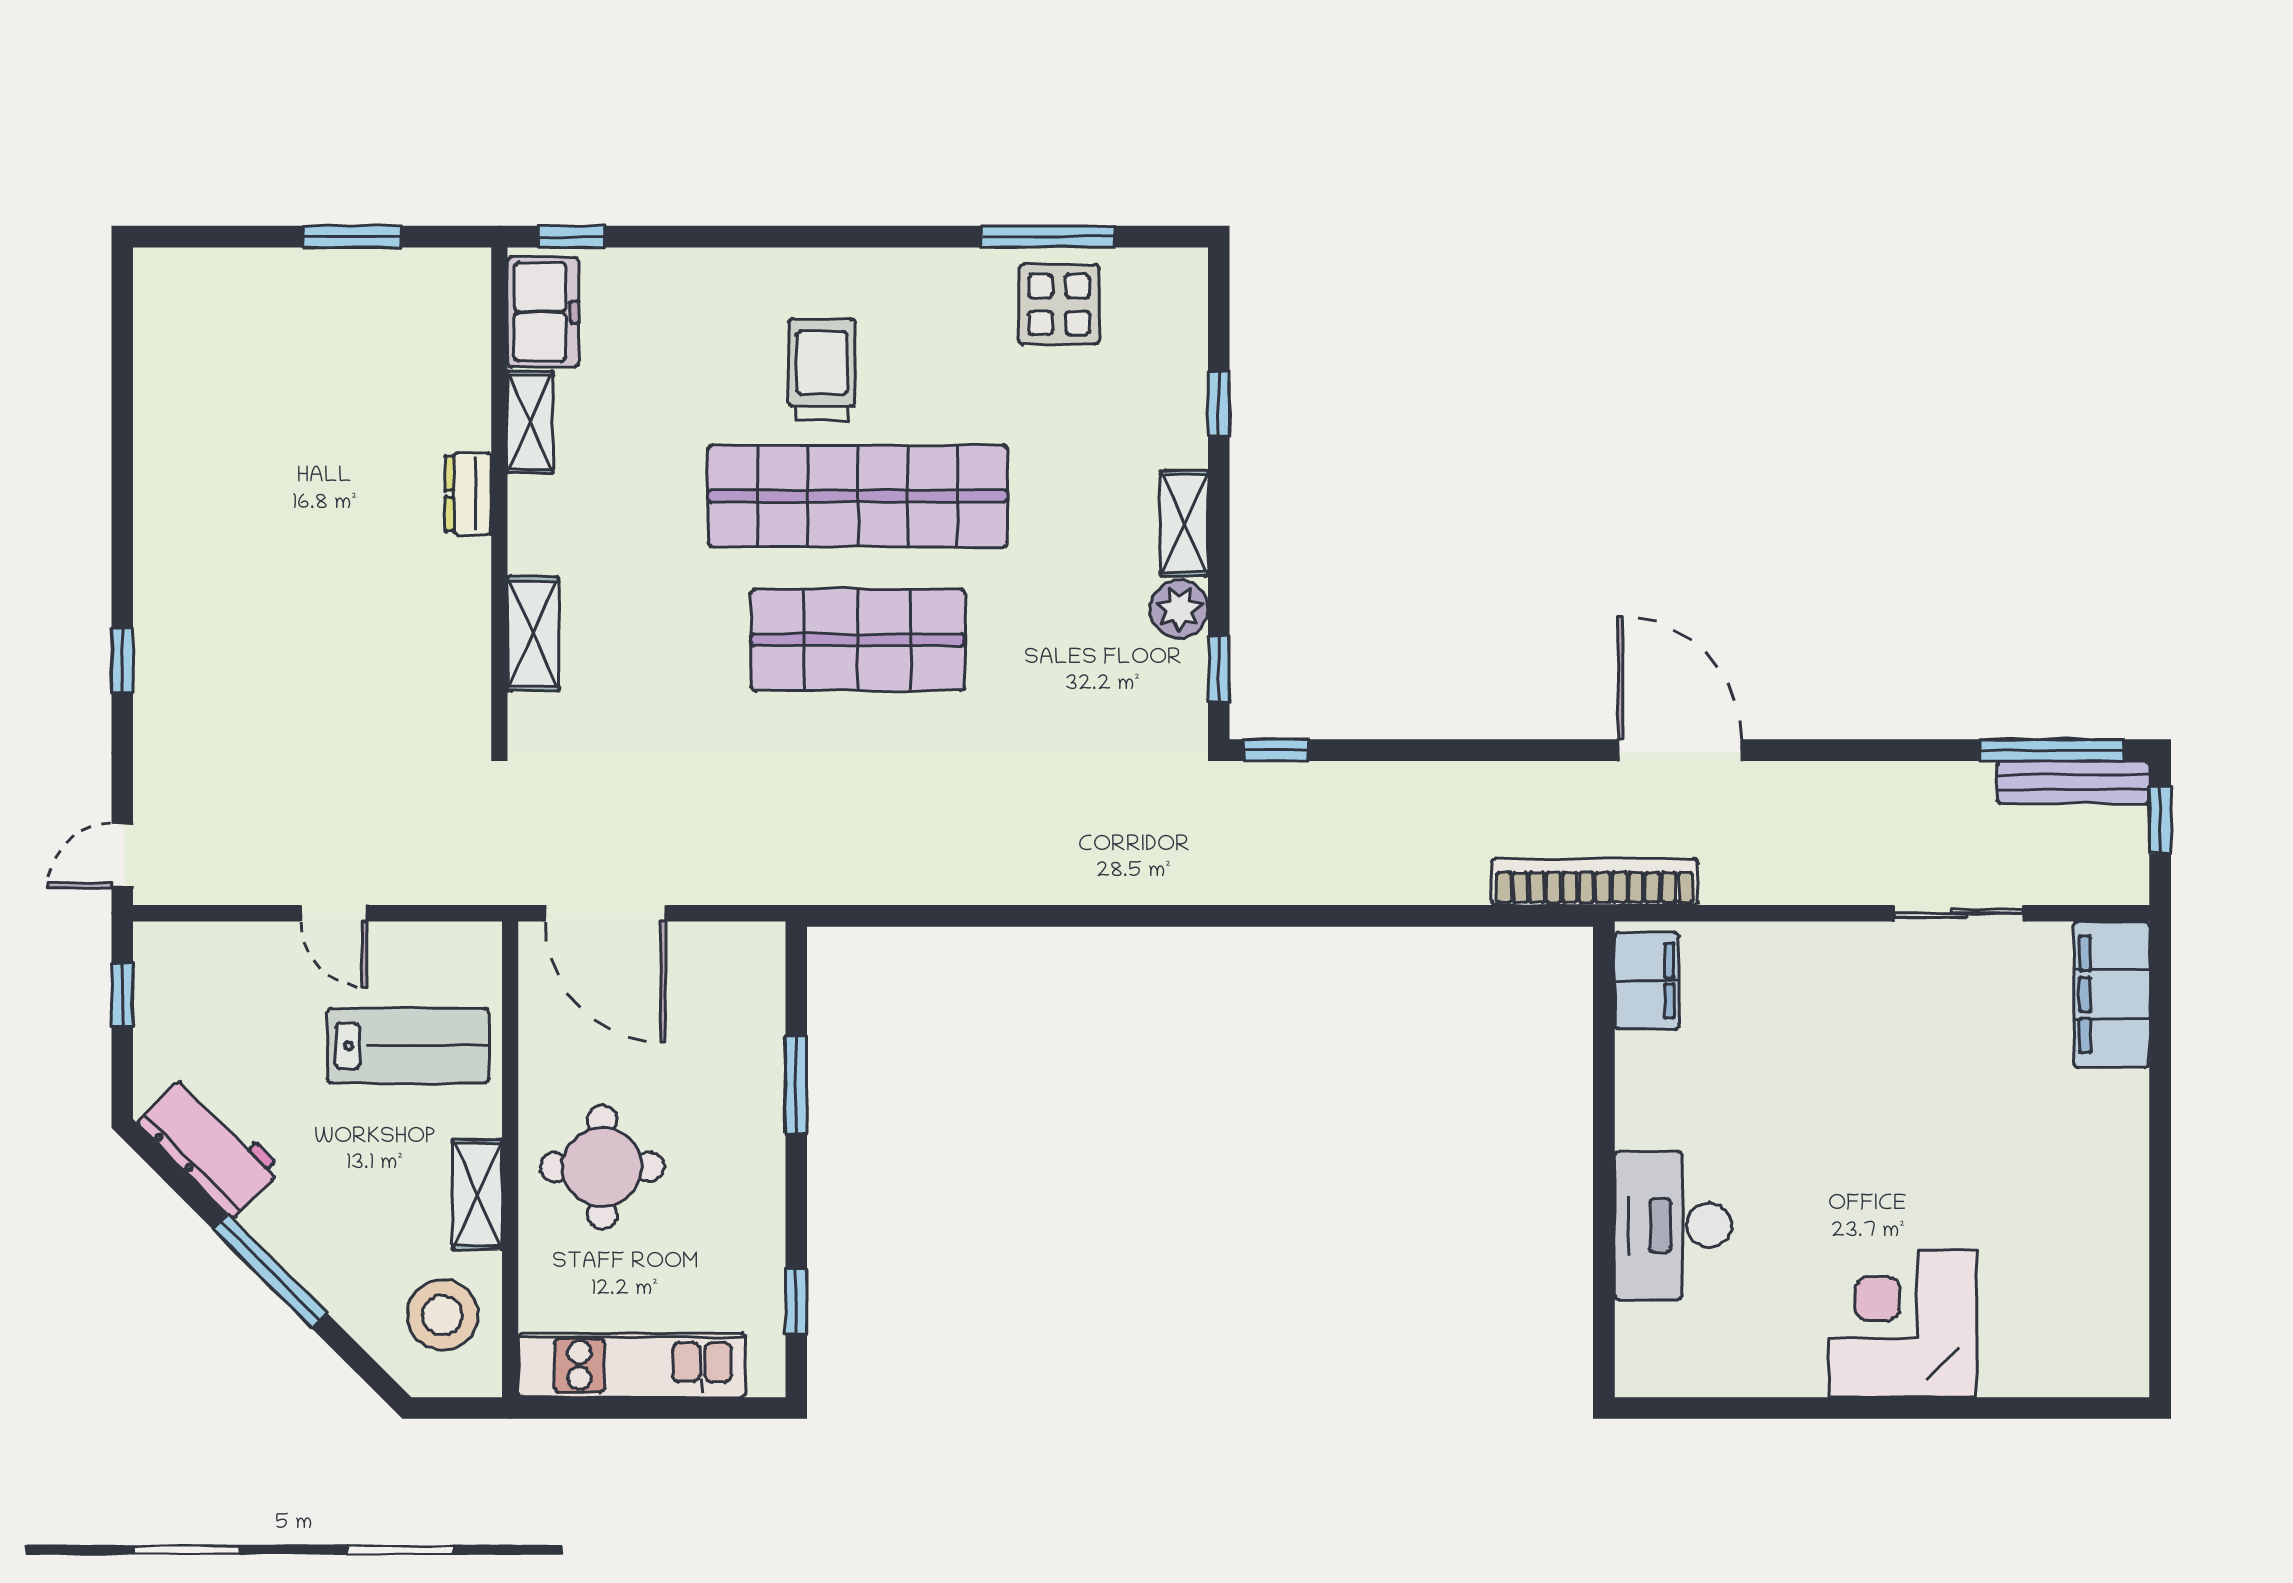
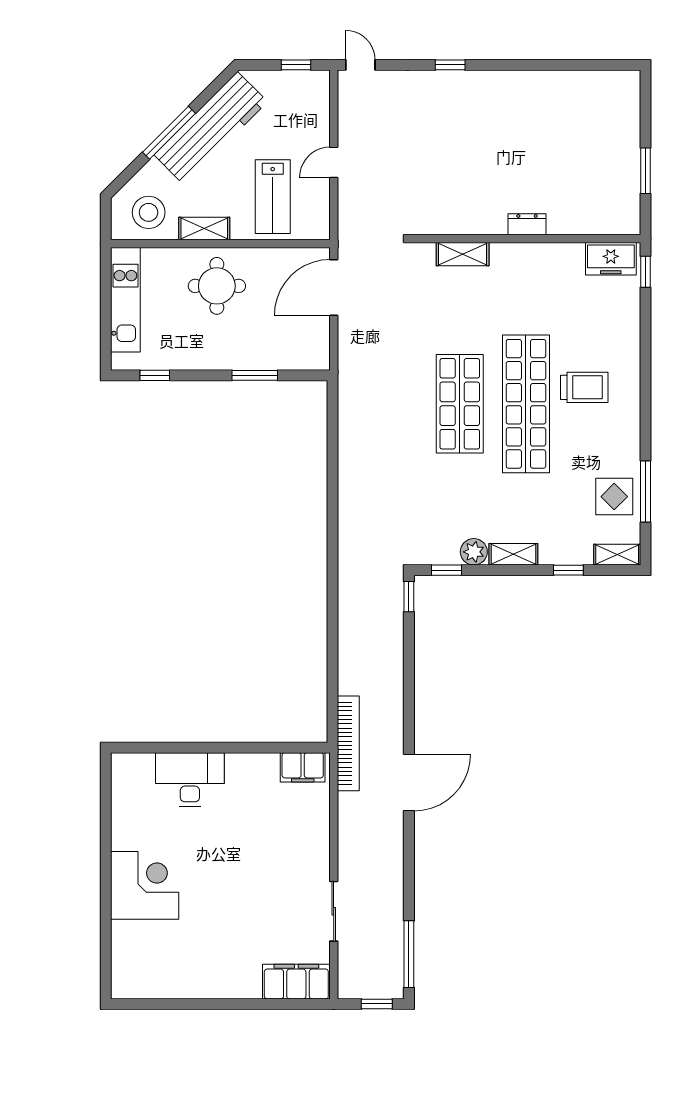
shelving: (530, 422) -> (617, 555), moved
bench: (2073, 782) -> (394, 964), removed
workbench: (210, 1146) -> (211, 128), width x1.88, depth x1.32

